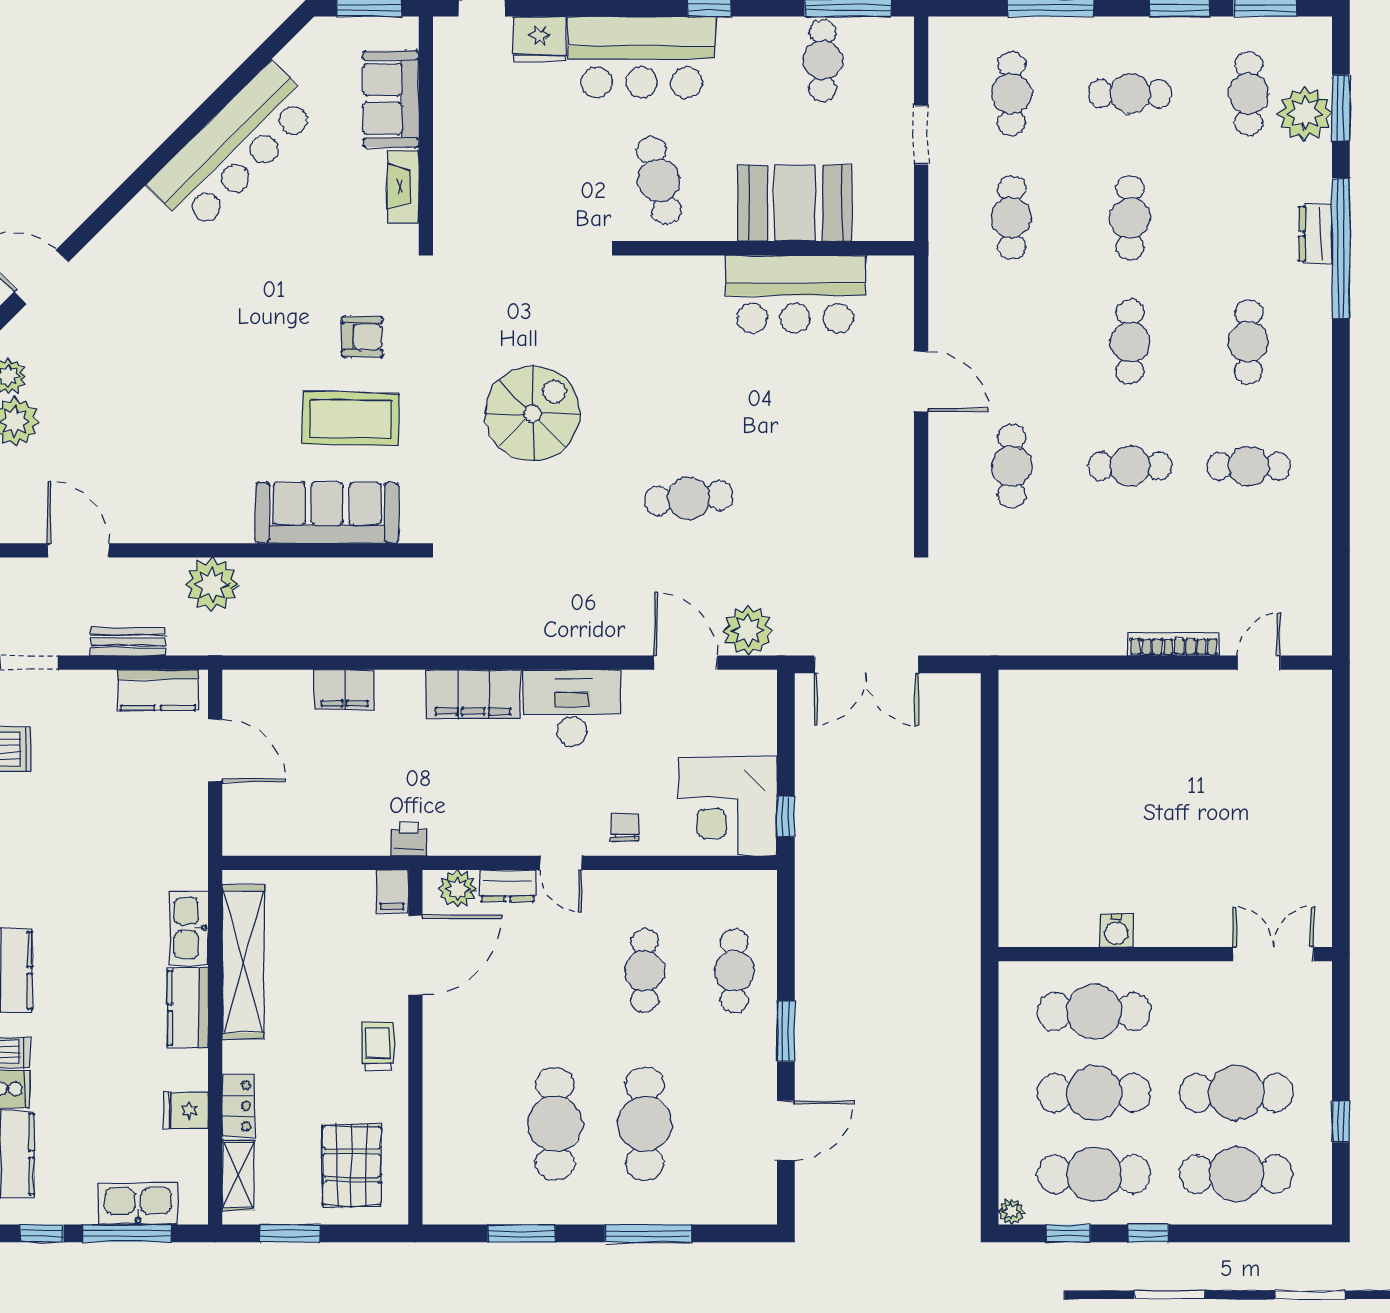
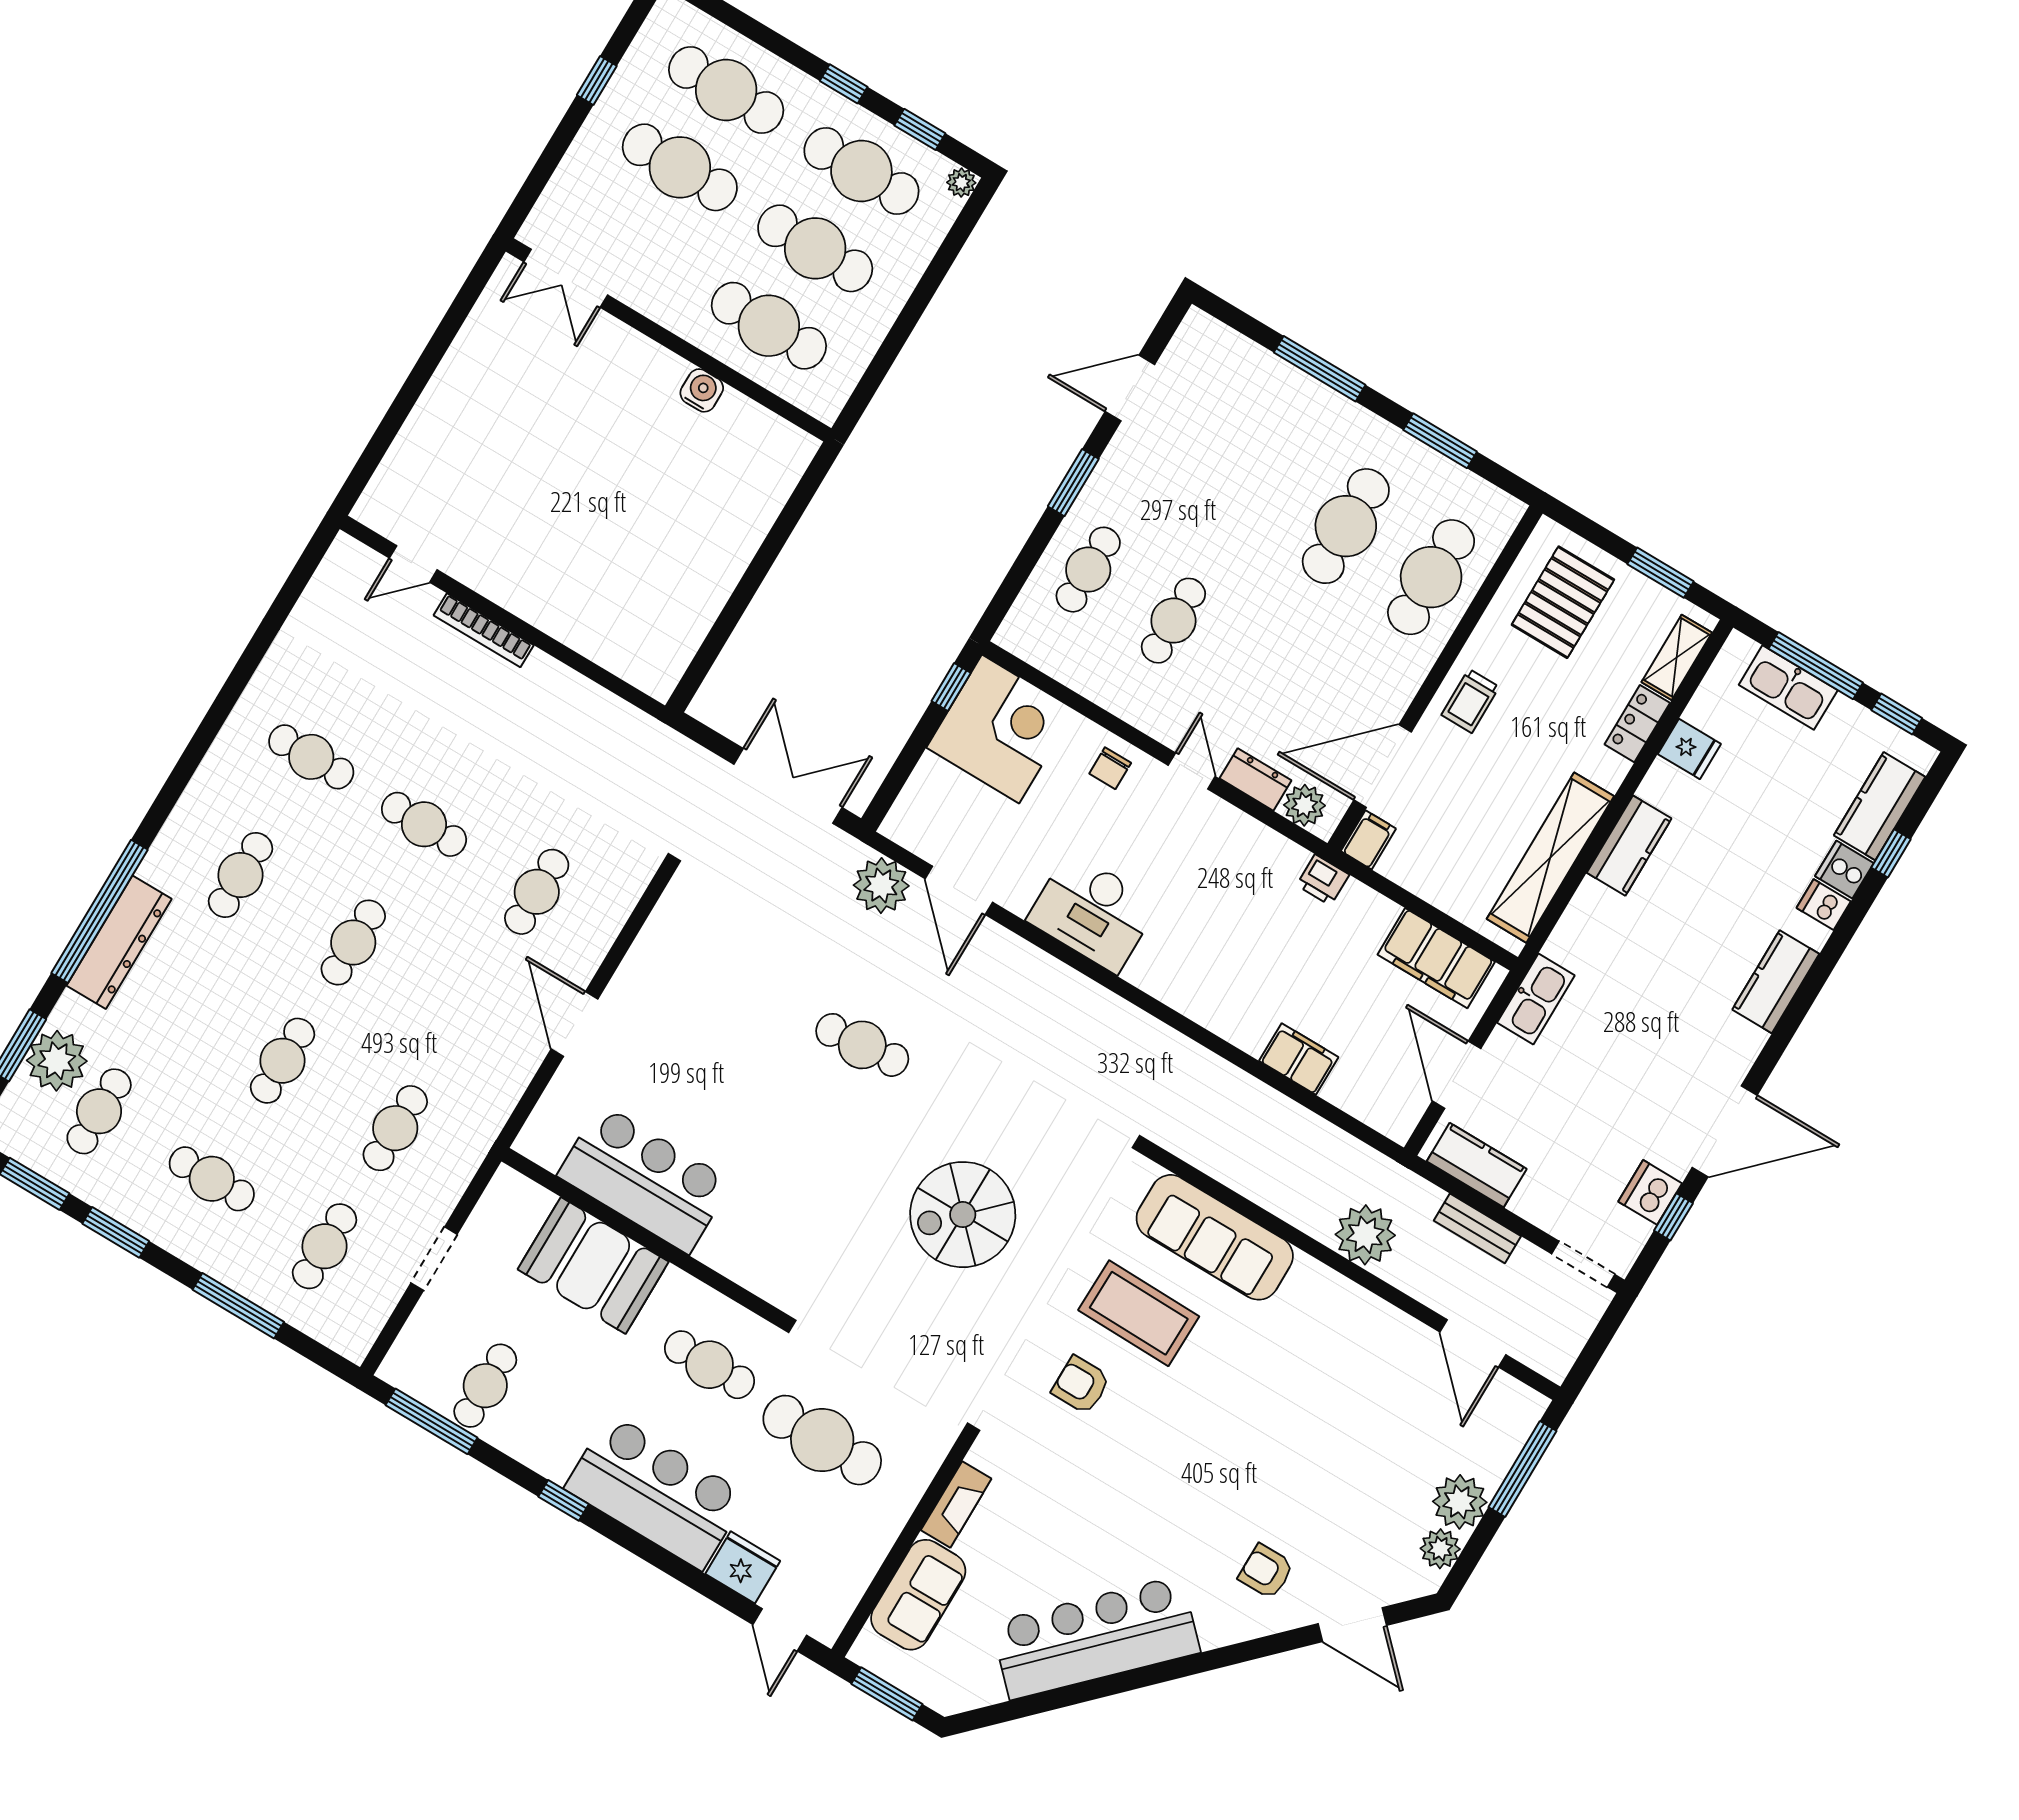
cafe table: (537, 174) -> (822, 1440), added
cafe table: (659, 180) -> (710, 1365), turned -76
dresser: (1315, 234) -> (119, 942), width x1.96, depth x1.24
armchair: (133, 278) -> (1266, 1571), added
filing cabinet: (473, 694) -> (1436, 958), moved, turned 180
kitchen sink: (189, 928) -> (1536, 999), moved
cafe table: (645, 1124) -> (1431, 577), moved

